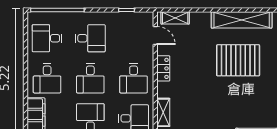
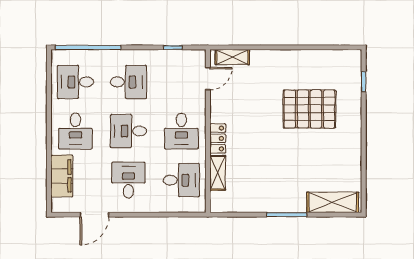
shelving: (242, 20) -> (314, 59), removed
door: (155, 35) -> (208, 79), hinge flipped
locker: (163, 68) -> (218, 138), moved
desk: (90, 78) -> (128, 131), turned 90

